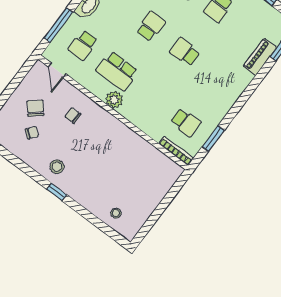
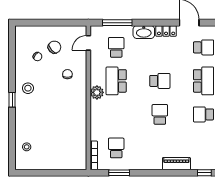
school desk: (83, 45) -> (116, 47), turned 90
piano: (260, 57) -> (176, 164), moved
school desk: (186, 122) -> (116, 148), turned 180

